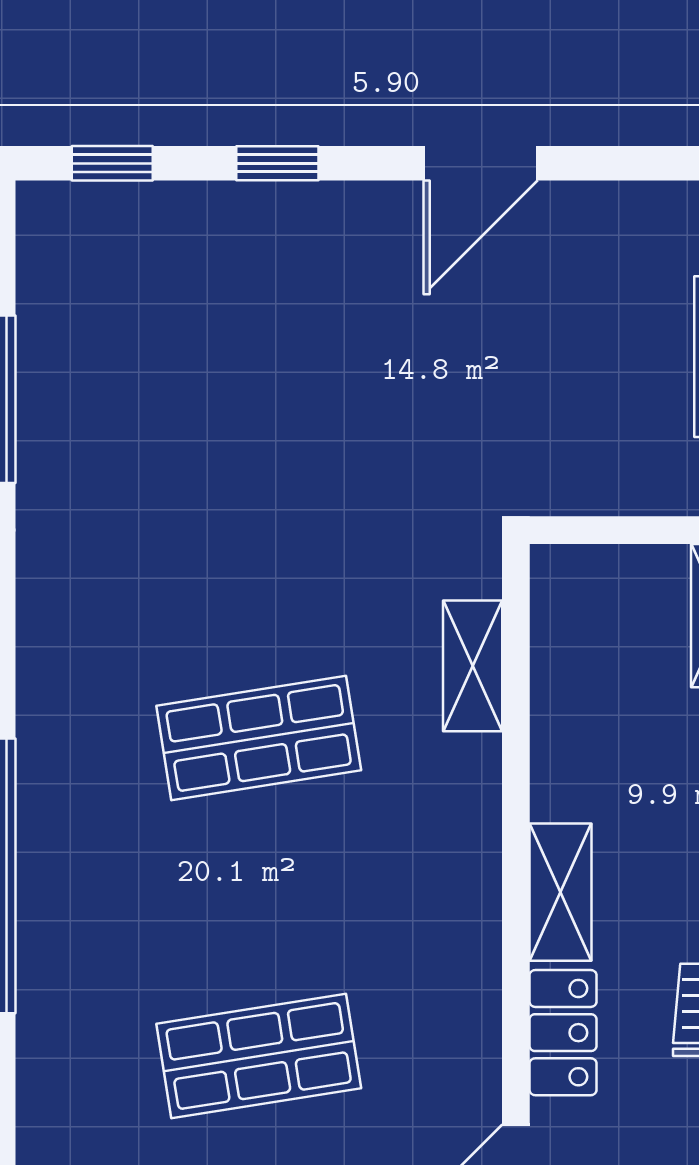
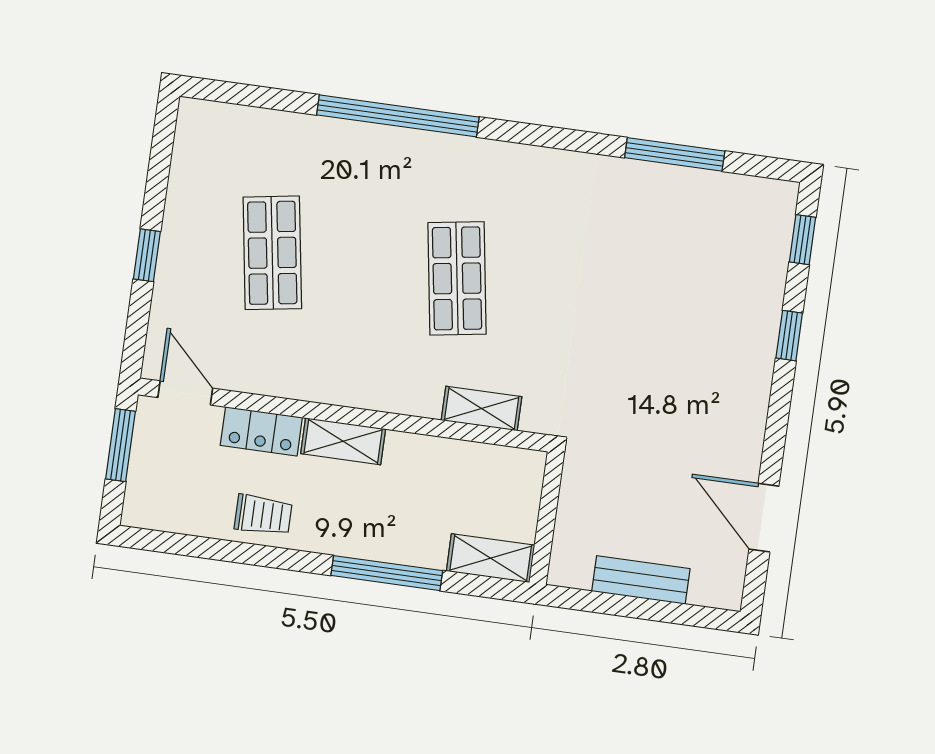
door: (481, 163) -> (764, 518), moved

